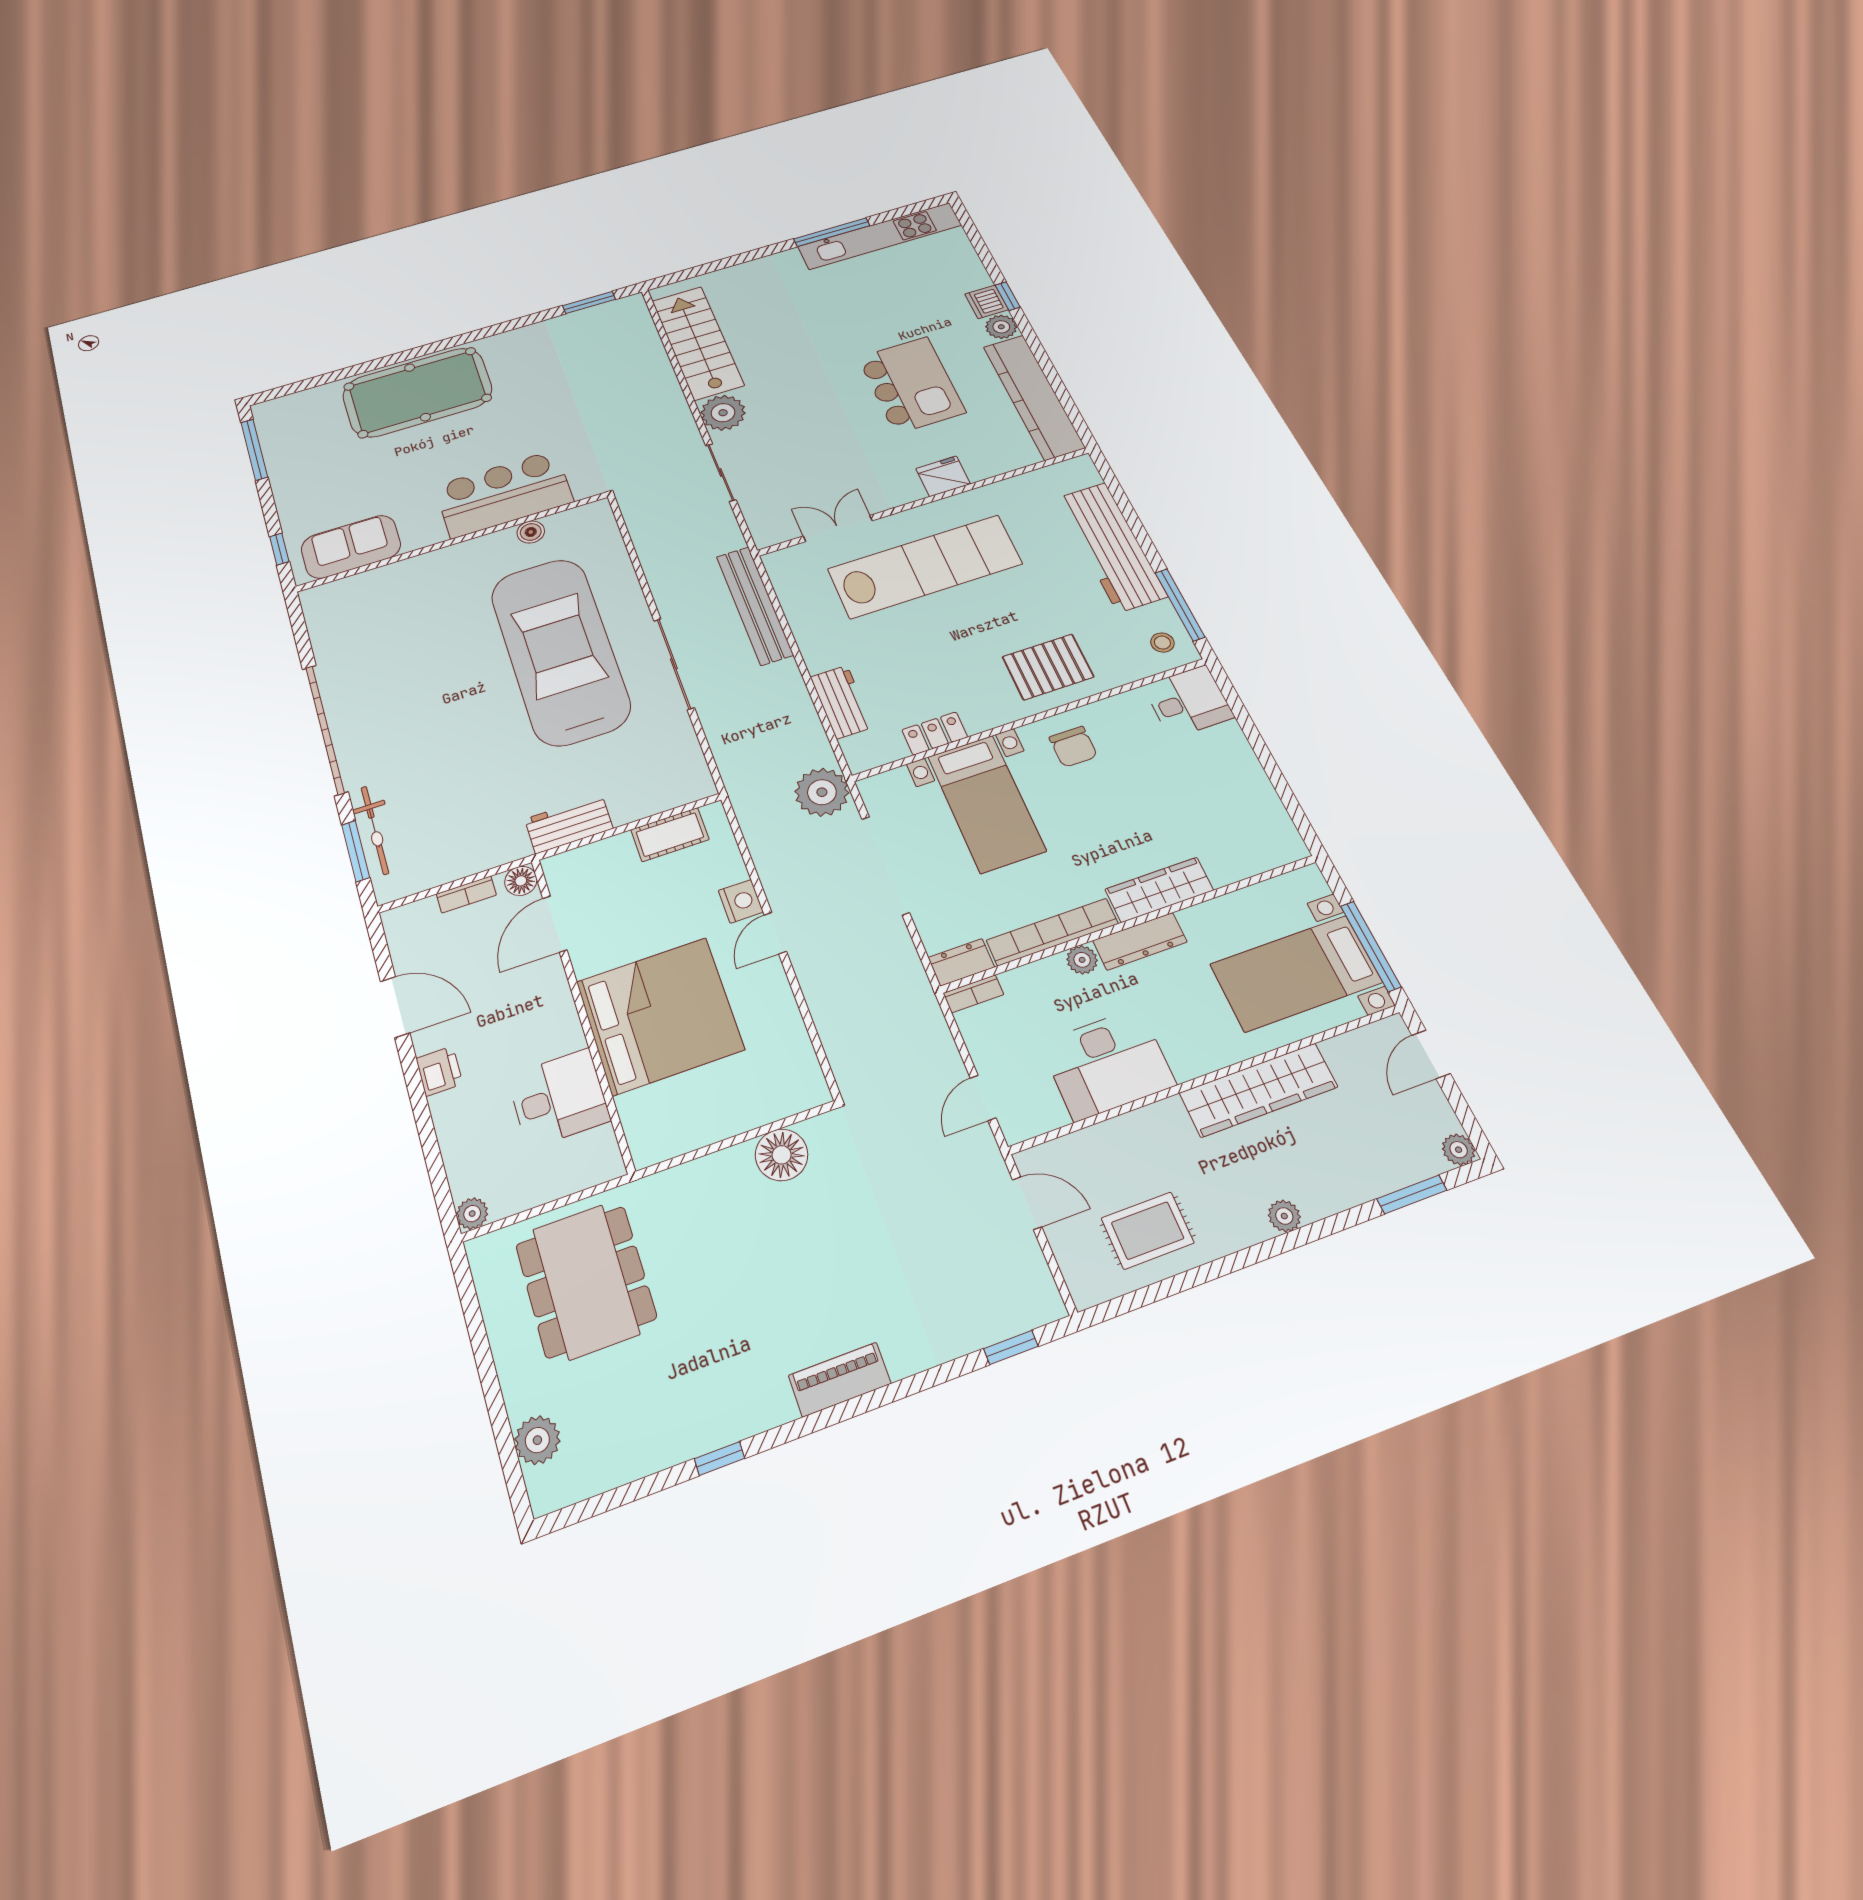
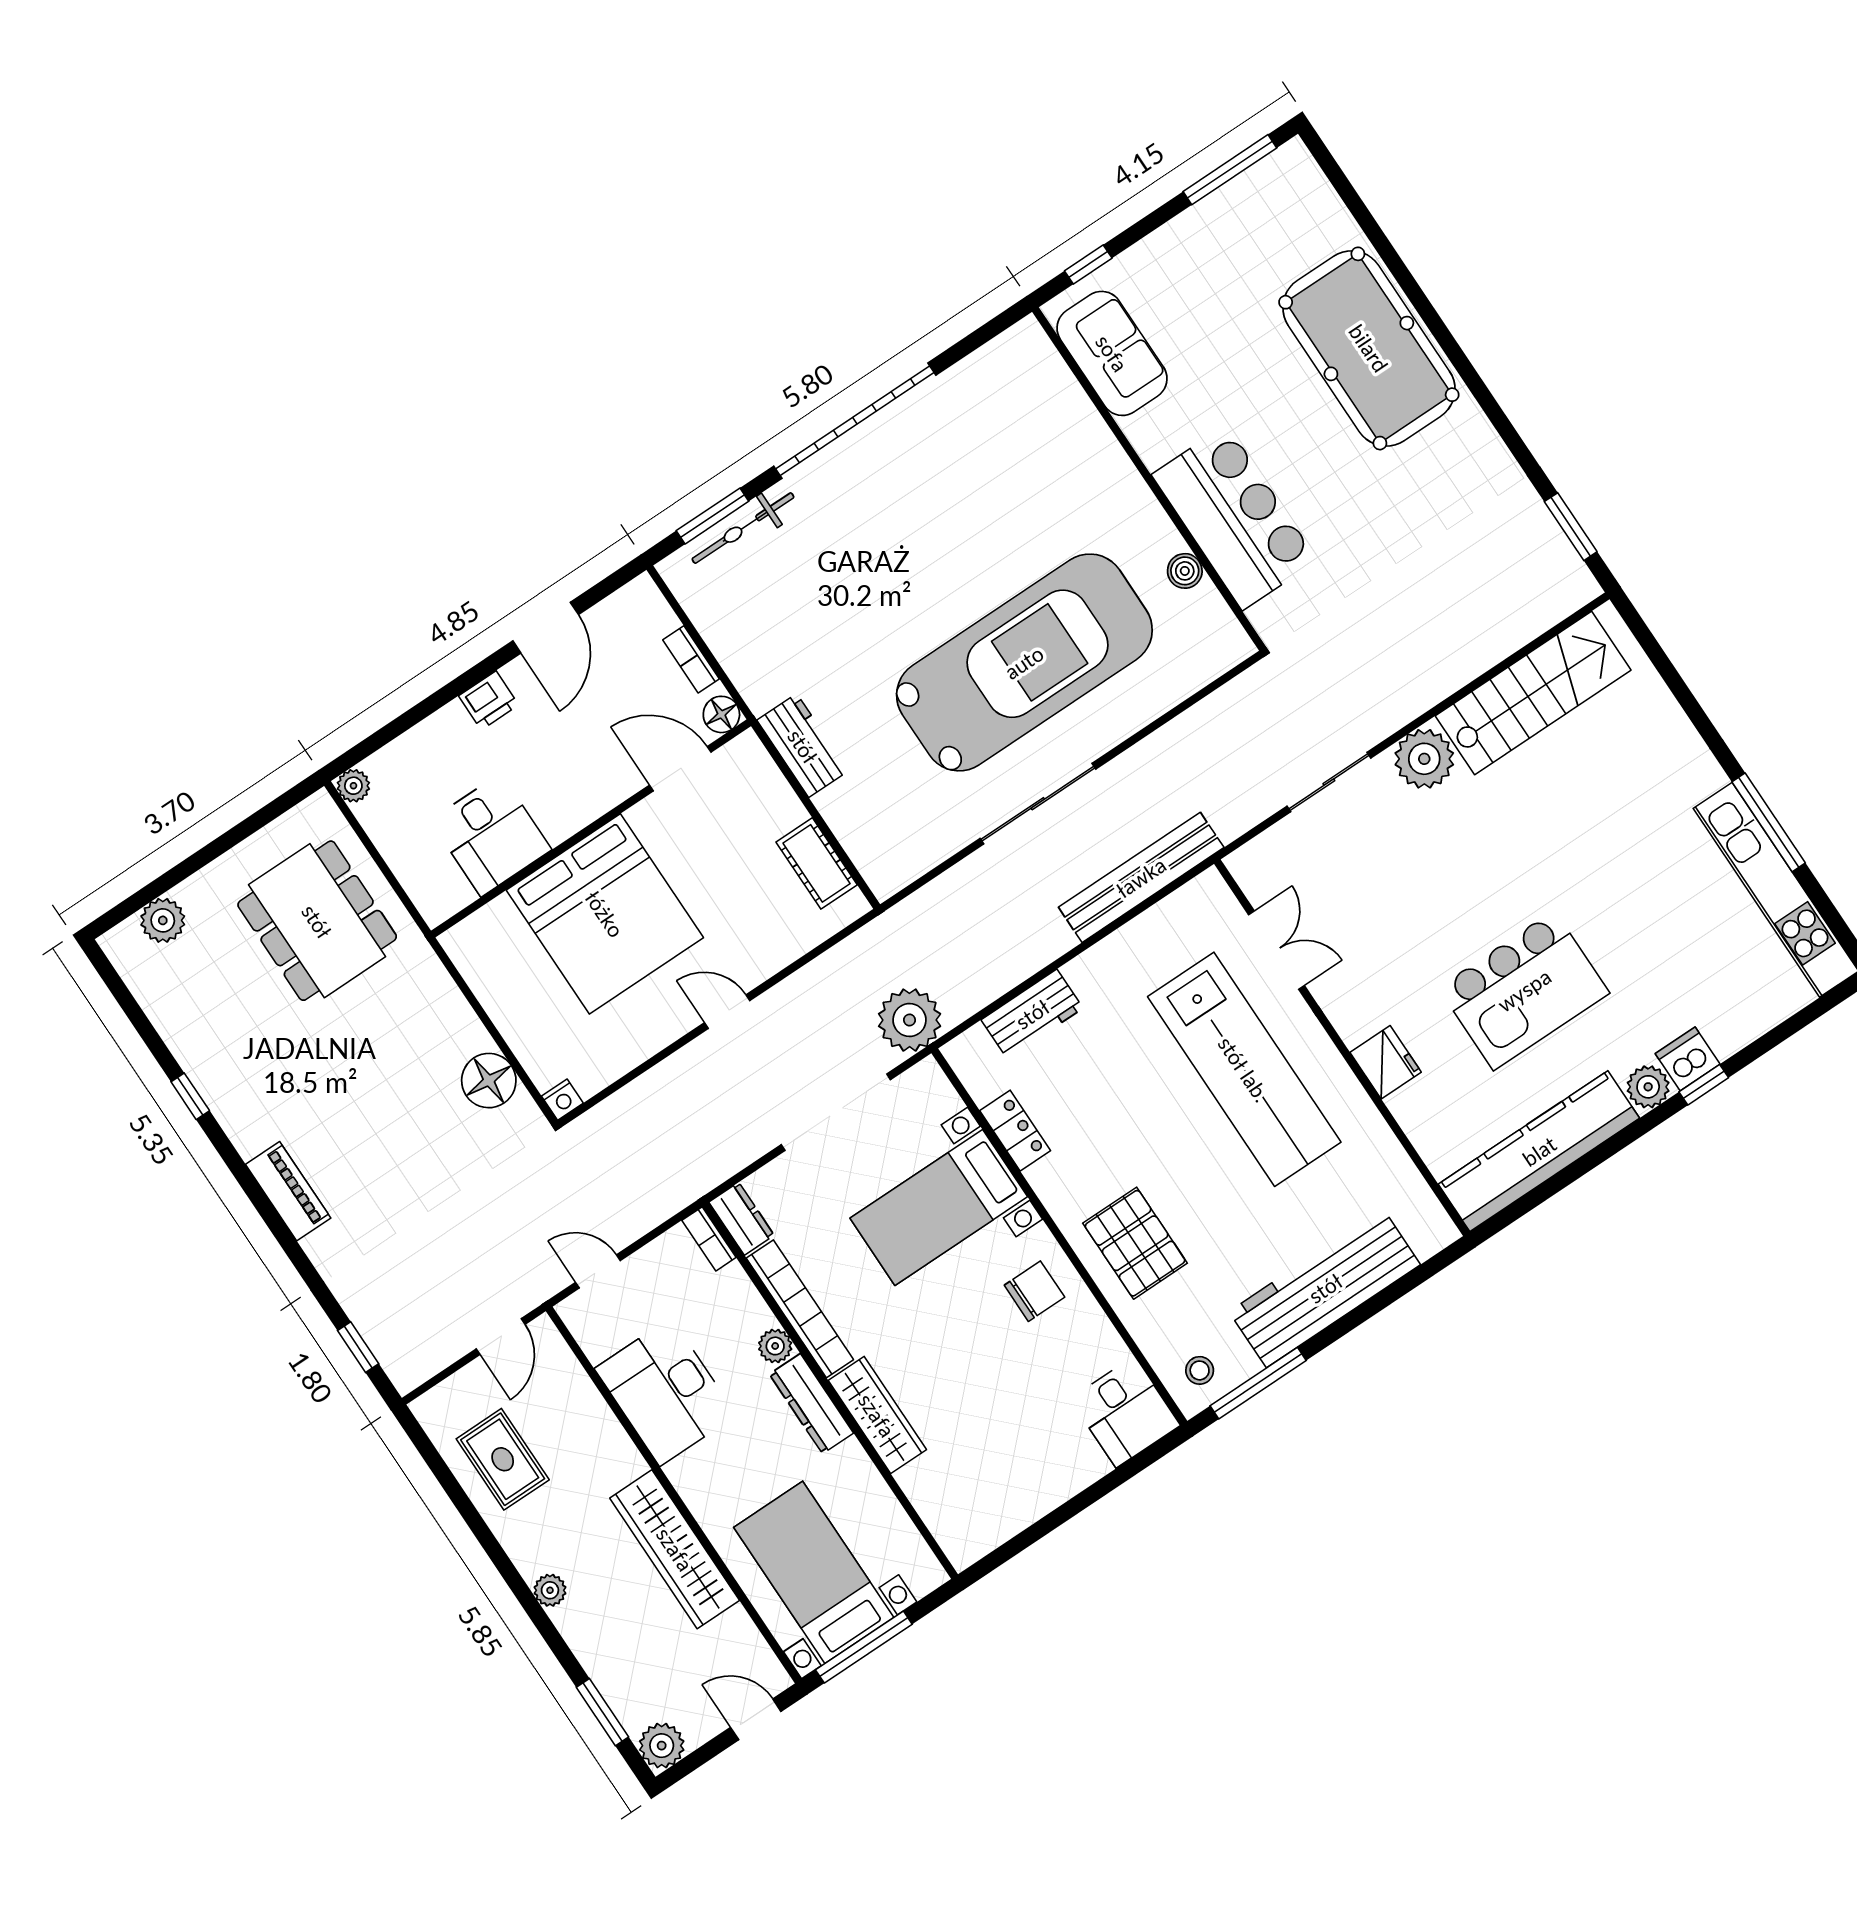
chair: (1073, 747) -> (1034, 1291), turned 180
nightstand: (741, 901) -> (562, 1100), moved, width x0.72, depth x0.74
plant: (1459, 1150) -> (662, 1746), width x1.38, depth x1.38
dining table: (586, 1281) -> (317, 921), turned 90

